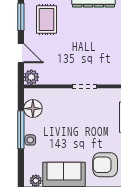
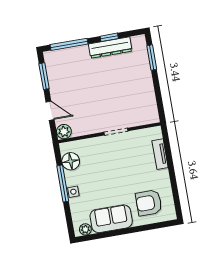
rug: (46, 19) -> (69, 74), removed

